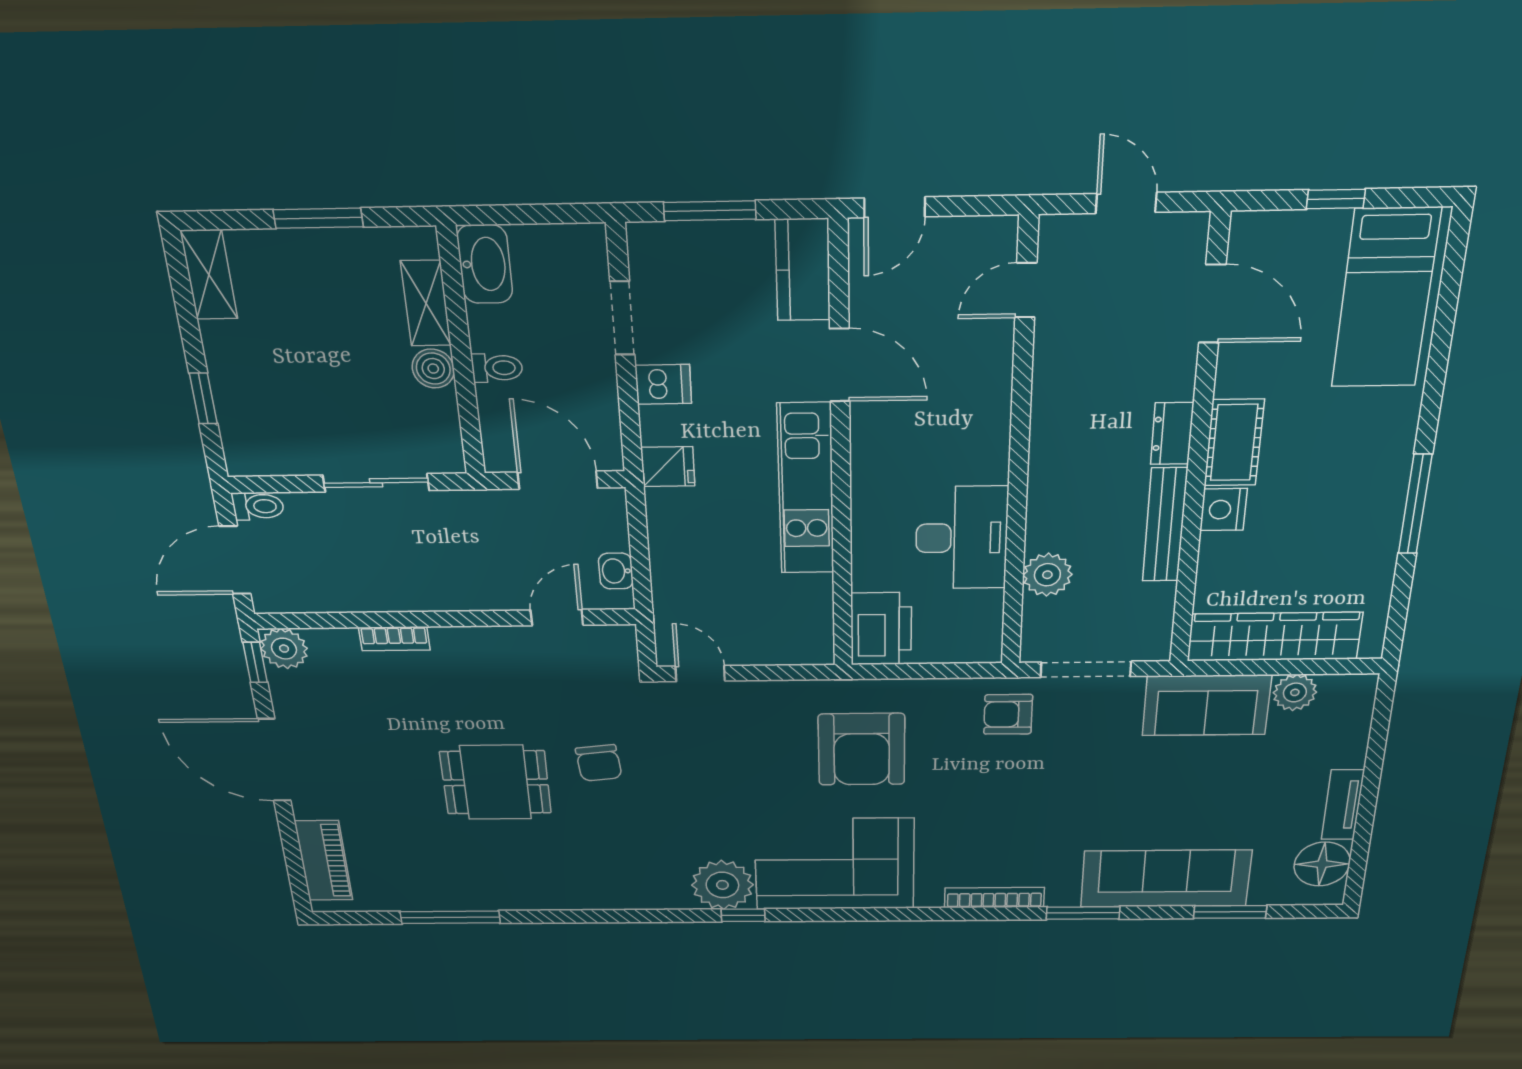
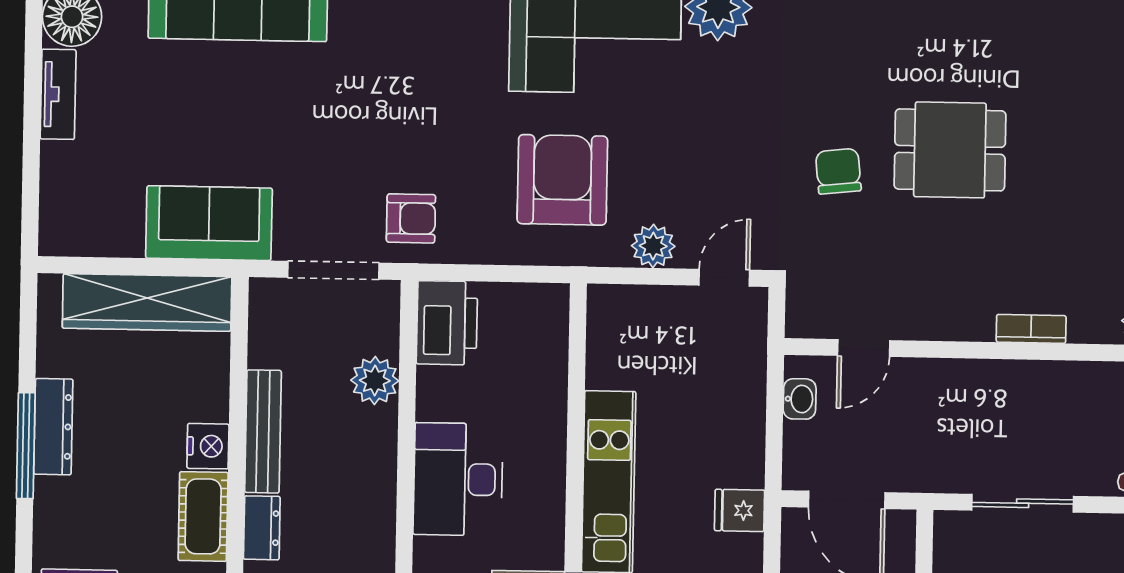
dresser: (1384, 523) -> (53, 427), added
desk: (962, 538) -> (458, 479), moved
printer: (881, 629) -> (447, 323), moved, turned 180
door: (700, 674) -> (724, 278), swing flipped
plant: (1295, 692) -> (653, 246), moved

